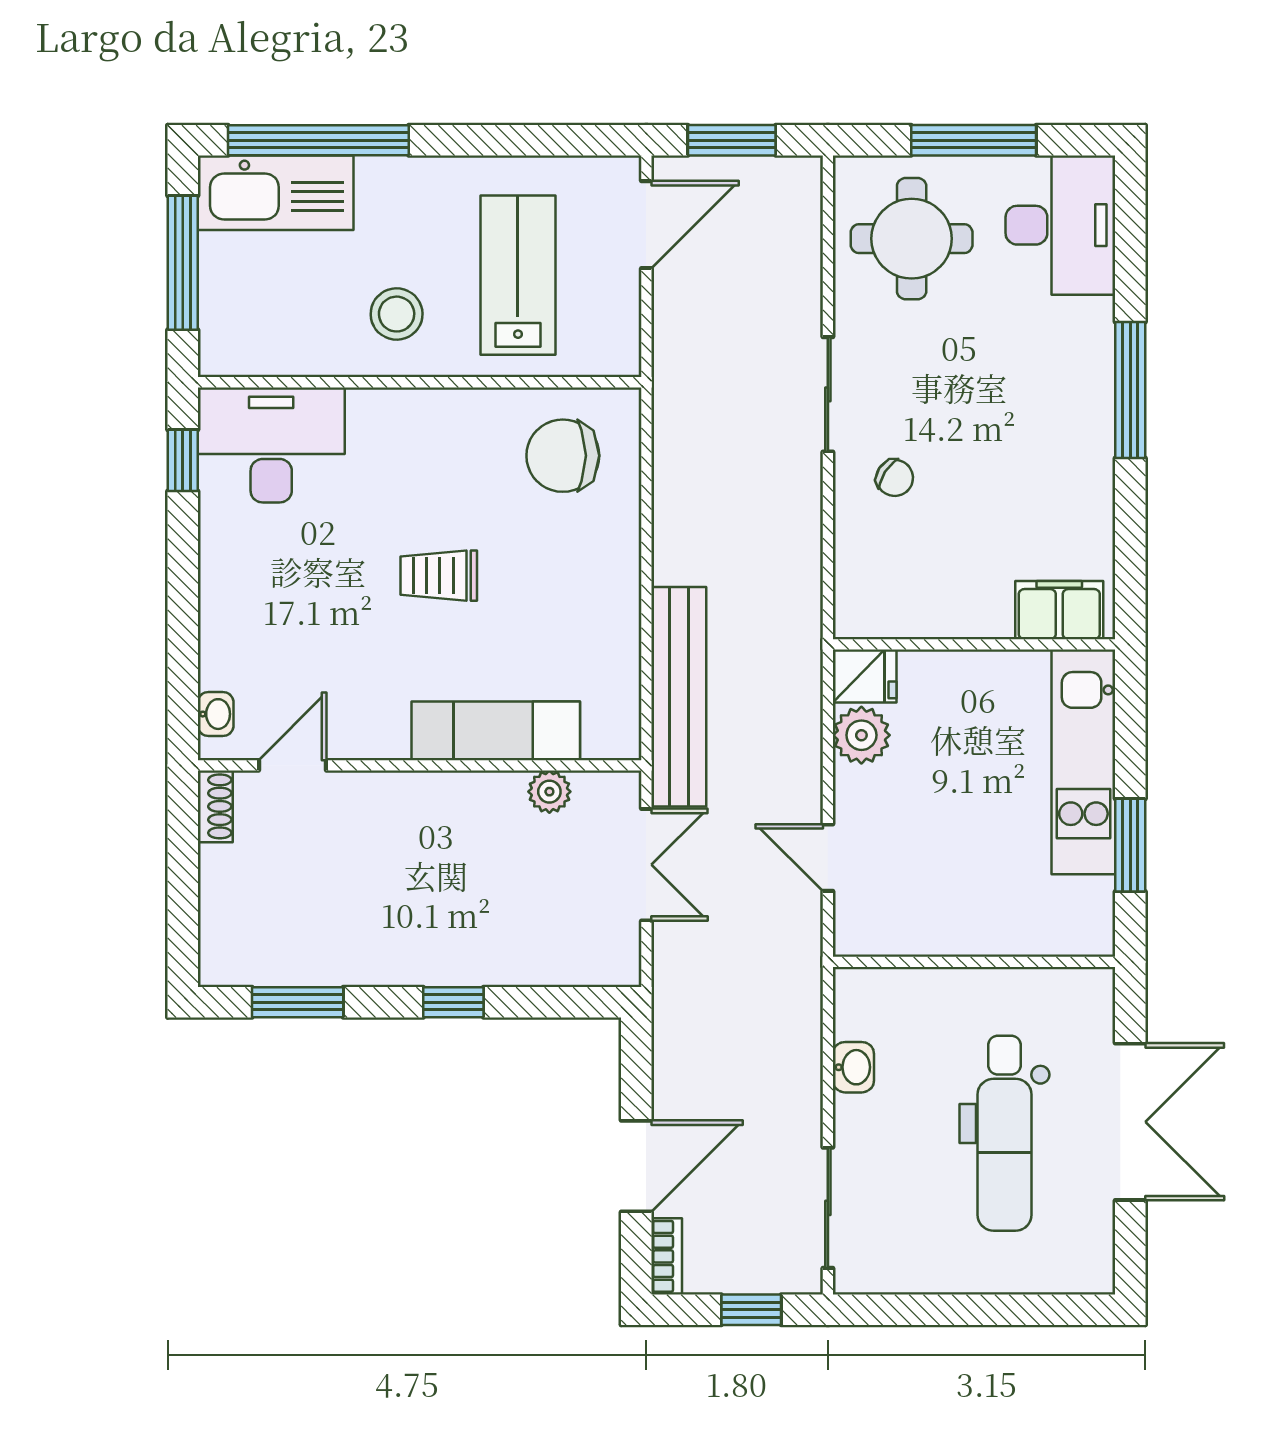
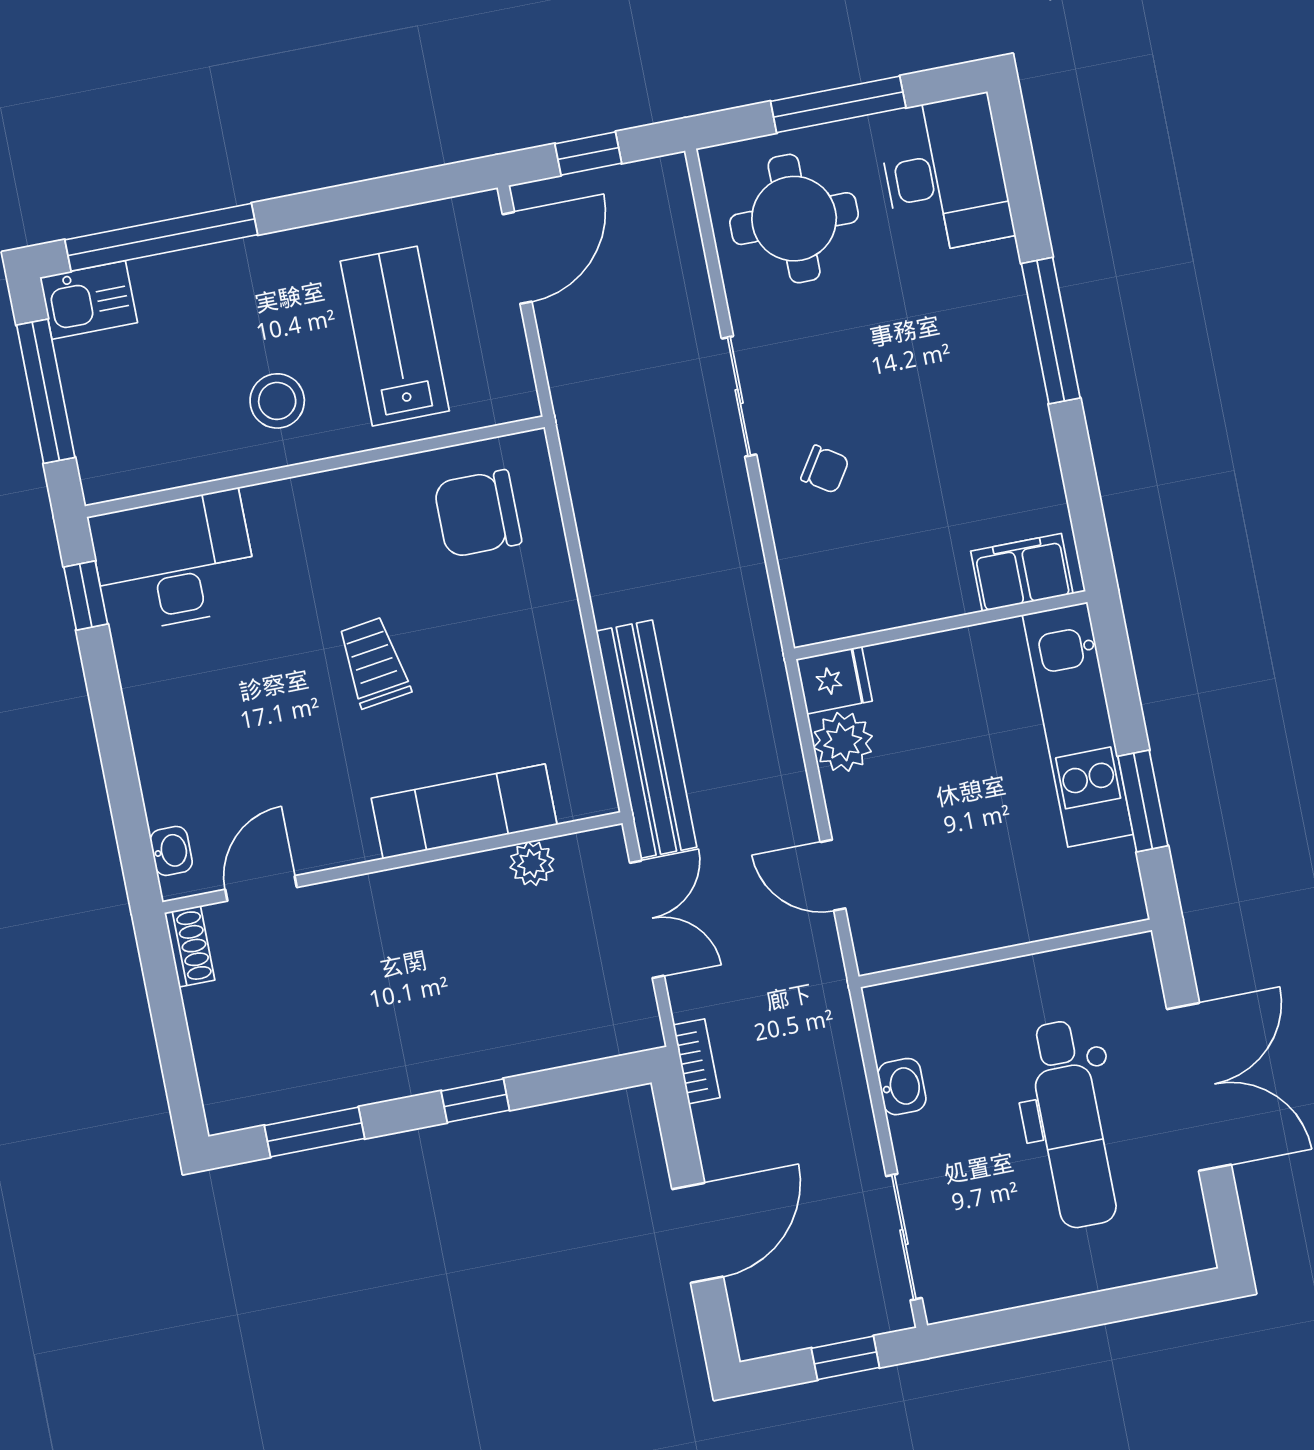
window: (732, 140) -> (588, 153), width x0.67
kitchen sink: (276, 193) -> (89, 300), width x0.53, depth x0.81
trolley: (439, 576) -> (374, 663), turned 82
bookcase: (667, 1256) -> (697, 1061), moved

